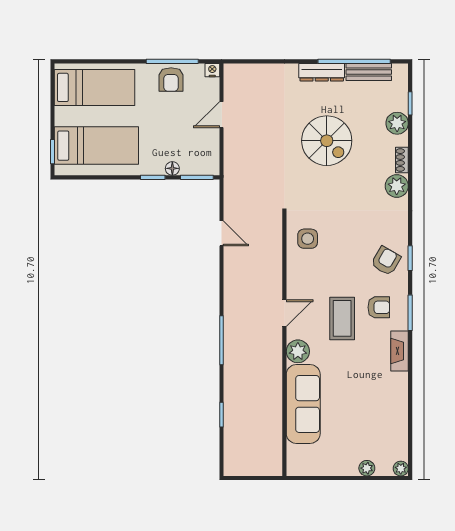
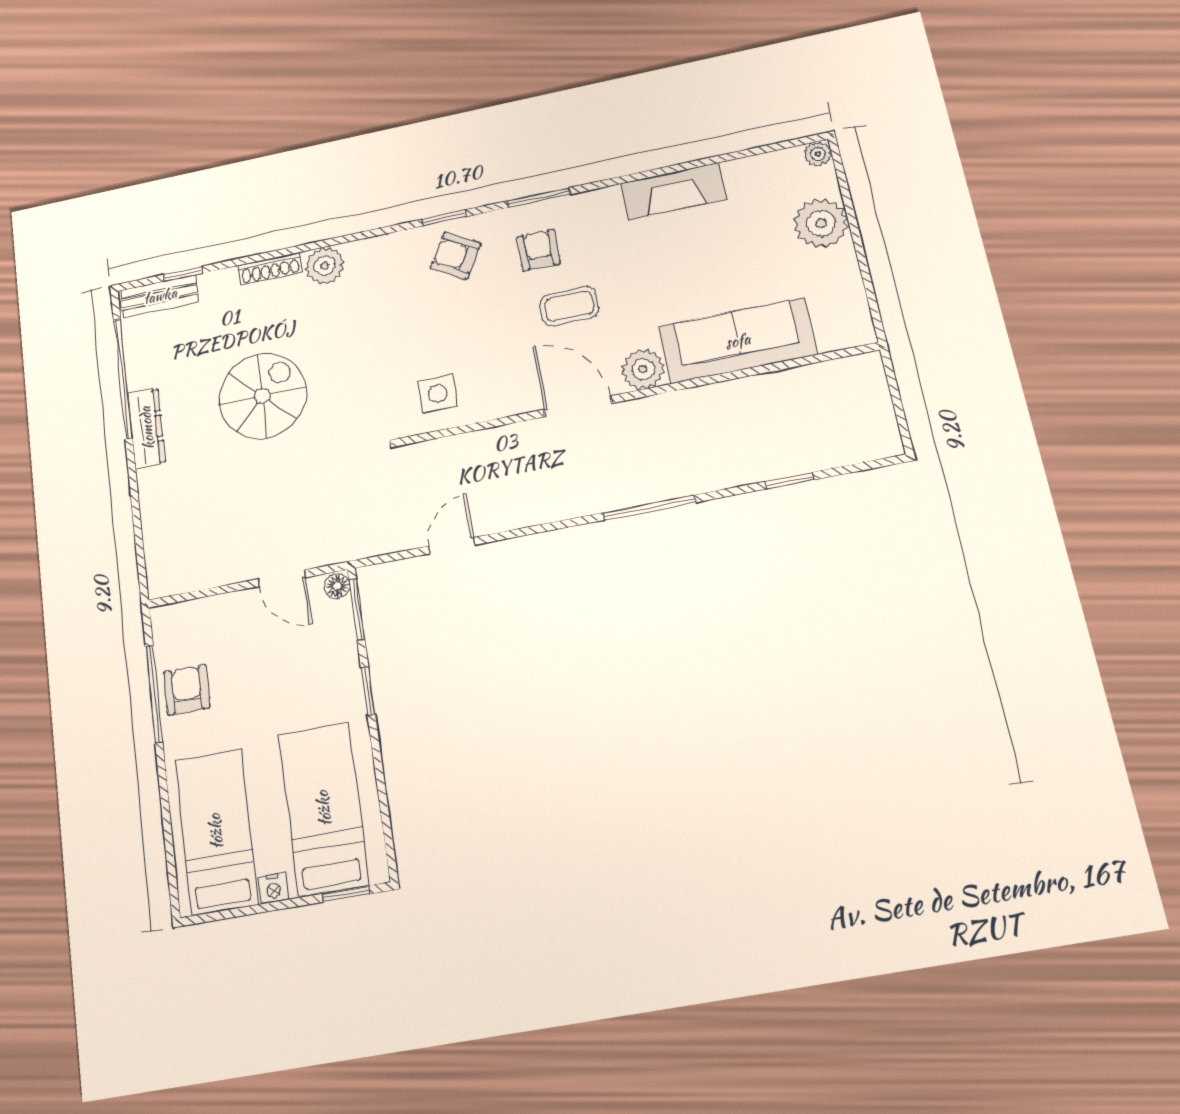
nightstand: (212, 70) -> (273, 888), moved, turned -90
bench: (369, 72) -> (160, 296), moved, turned 90
armchair: (171, 80) -> (187, 690), turned -90
door: (222, 115) -> (282, 578), moved
plant: (397, 123) -> (219, 287), removed
shoe rack: (402, 160) -> (270, 269), width x1.43
floor lamp: (172, 168) -> (337, 586), moved
door: (284, 313) -> (578, 406), width x1.38
coffee table: (342, 318) -> (569, 306), width x0.73, depth x0.77
fireplace: (400, 351) -> (674, 191), moved, width x1.37, depth x1.32
plant: (367, 468) -> (821, 223), width x1.88, depth x1.88

